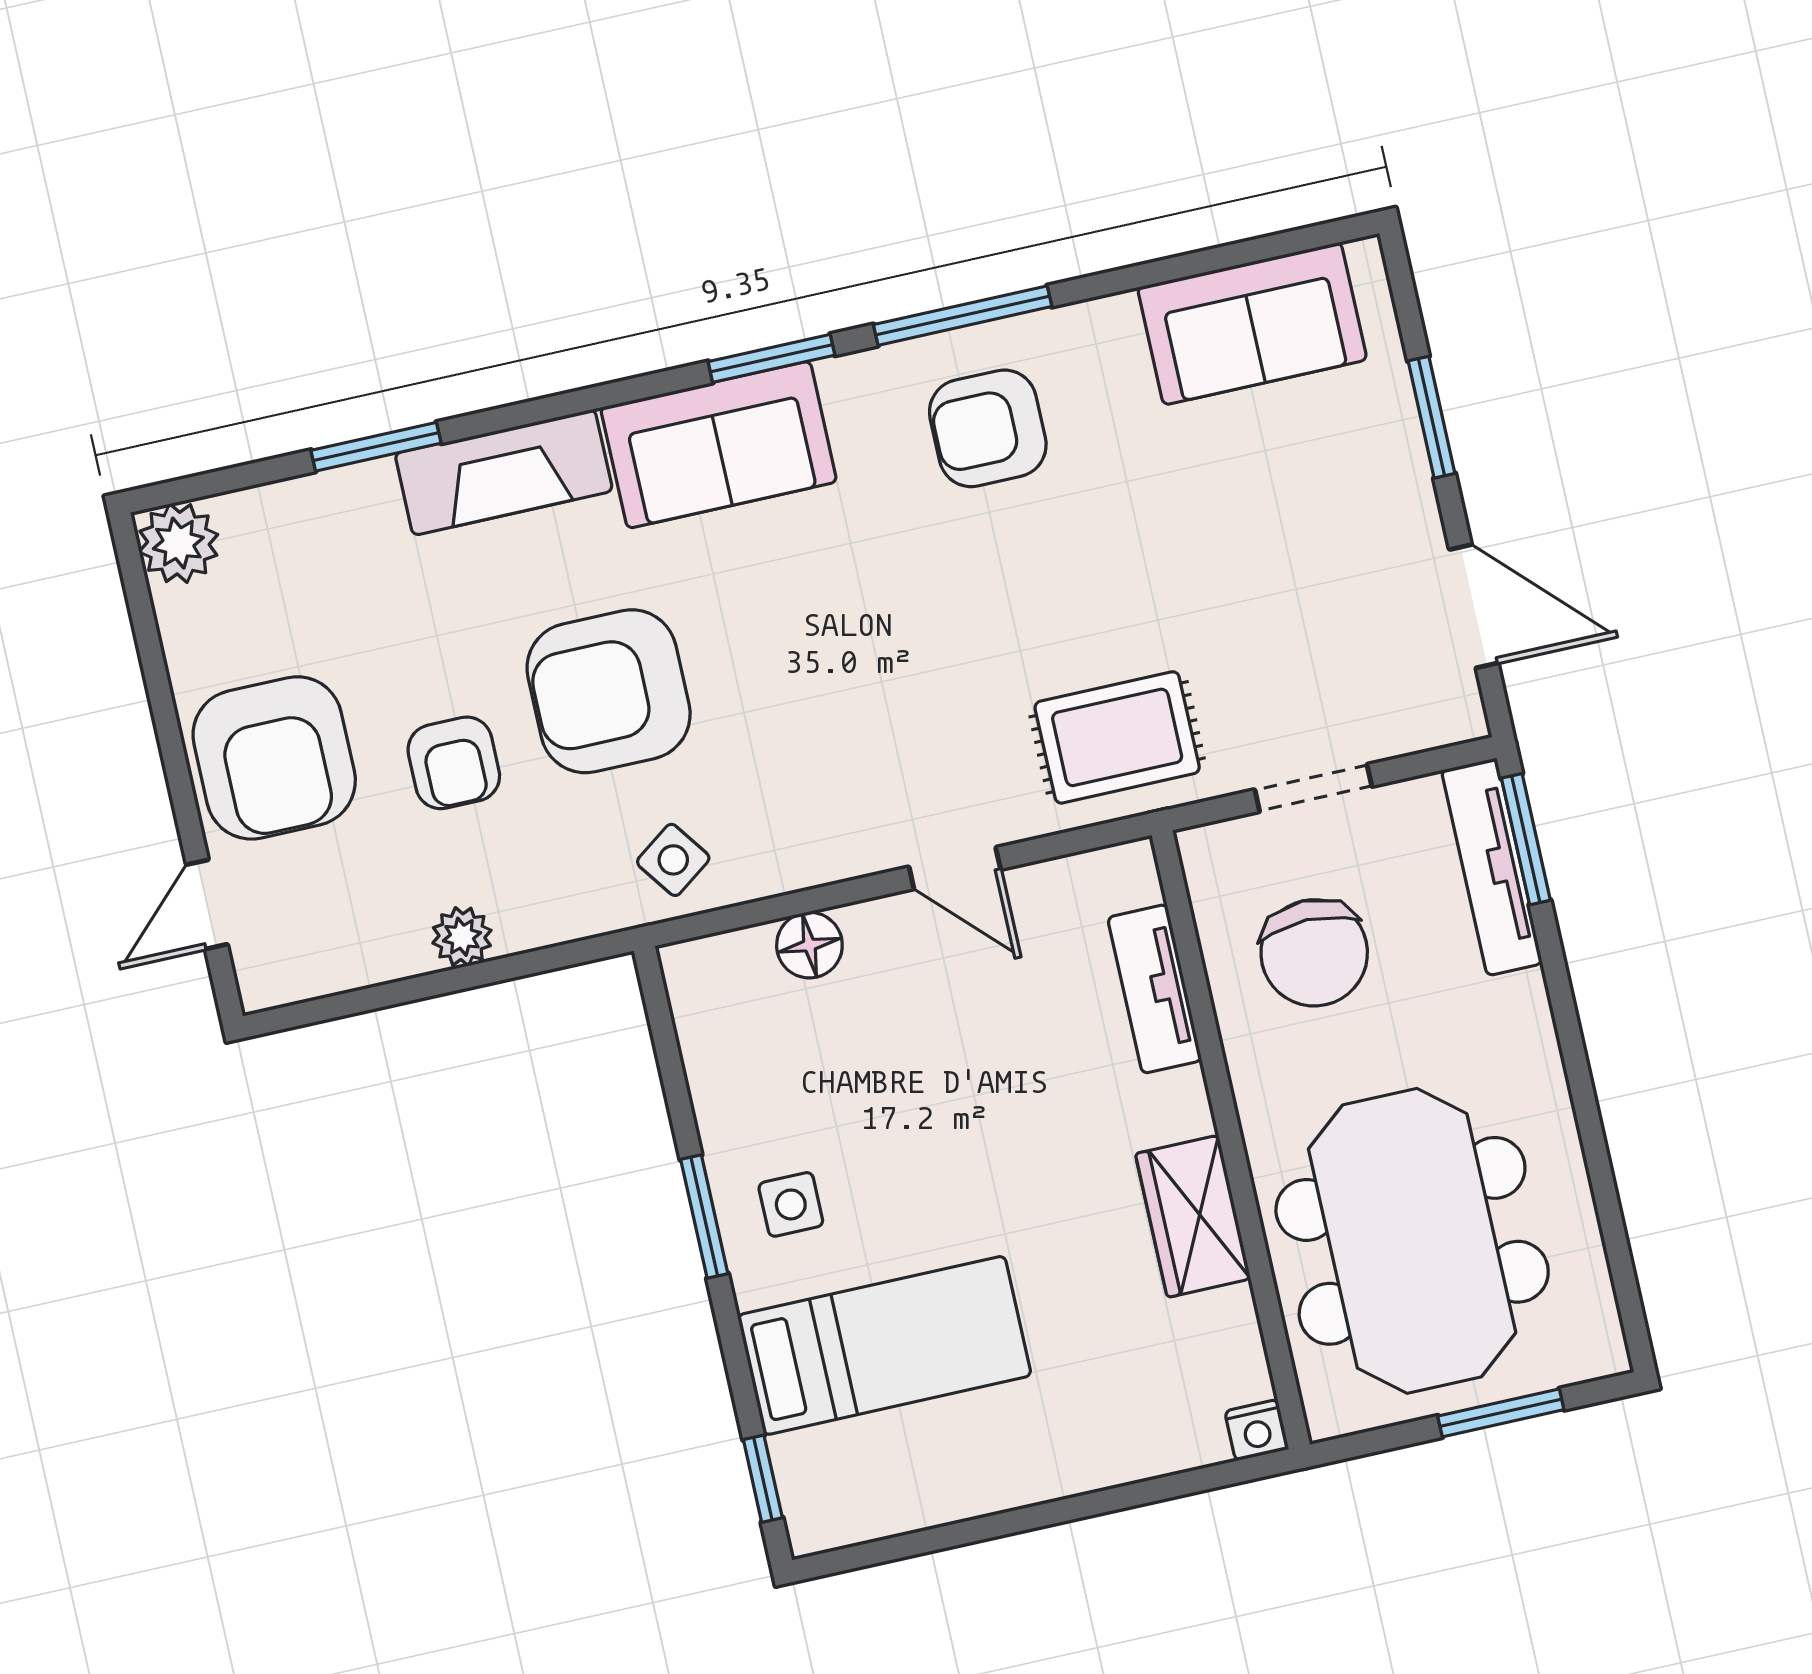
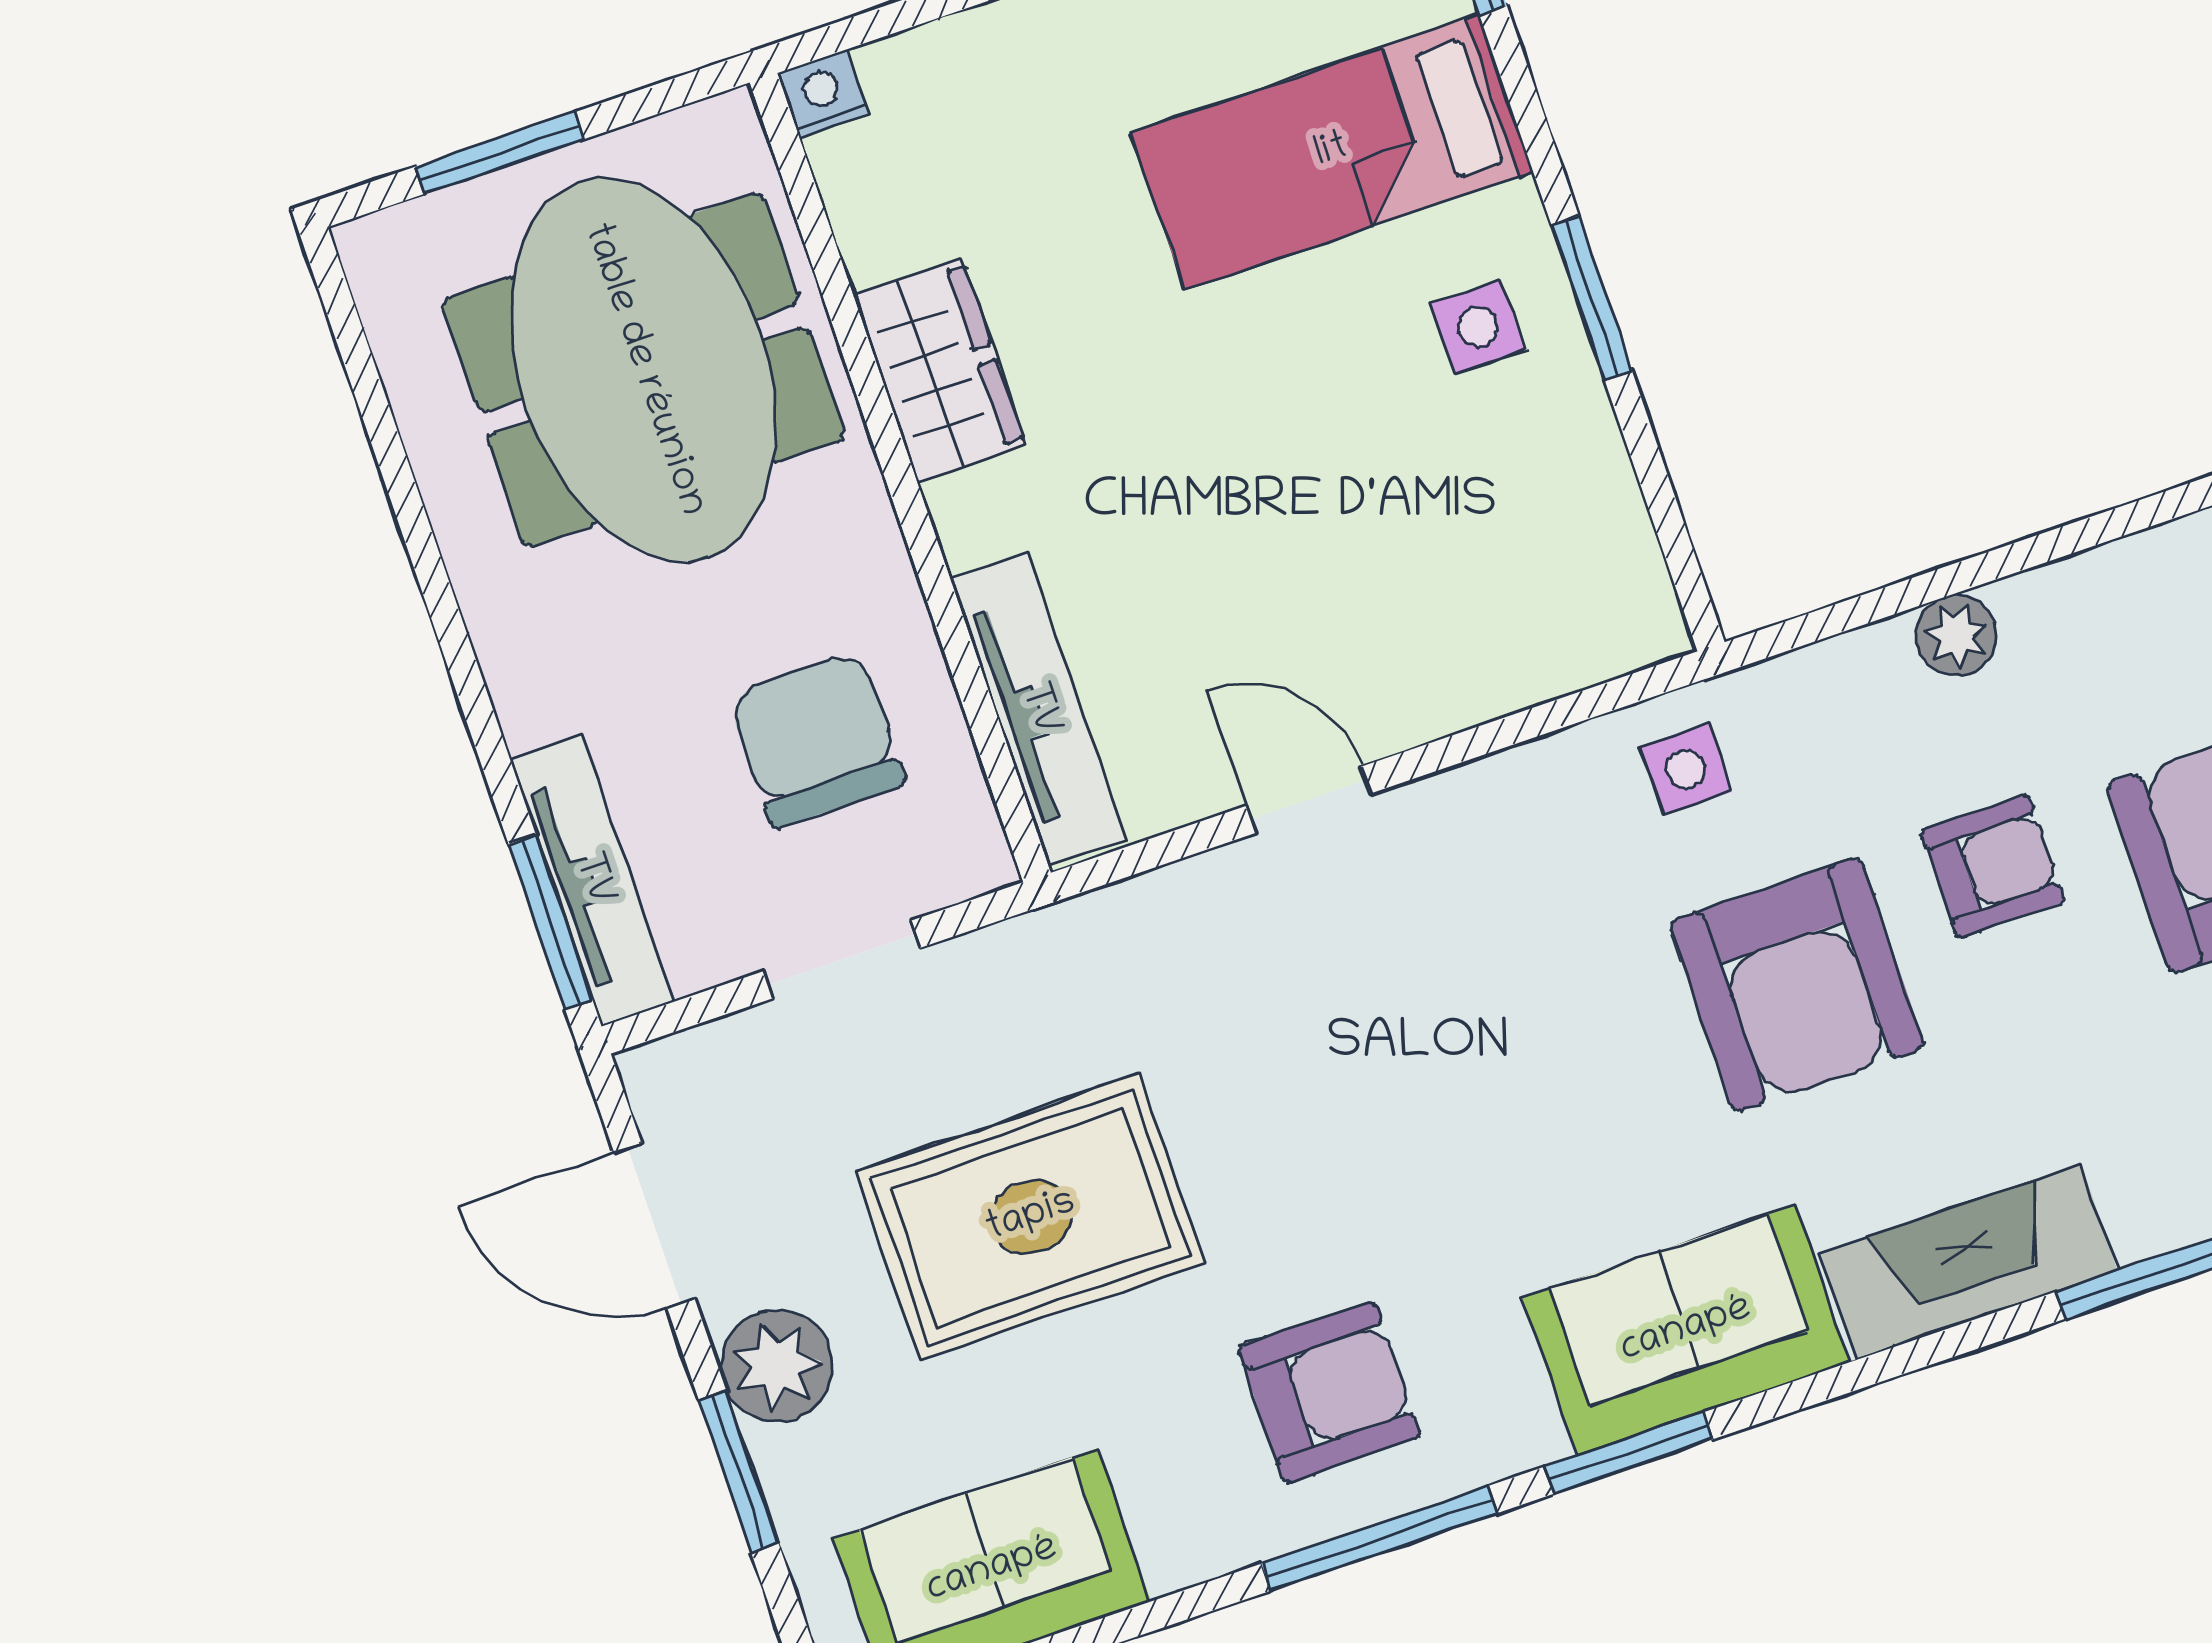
plant: (1395, 492) -> (777, 1366), added
armchair: (609, 691) -> (1797, 985), turned 90
rug: (1117, 737) -> (1031, 1217), moved, width x1.36, depth x1.43
armchair: (454, 763) -> (1993, 866), turned 90
side table: (673, 860) -> (1686, 769), turned 36
floor lamp: (809, 945) -> (1491, 675), removed
tv unit: (1155, 989) -> (1038, 710), width x1.41

